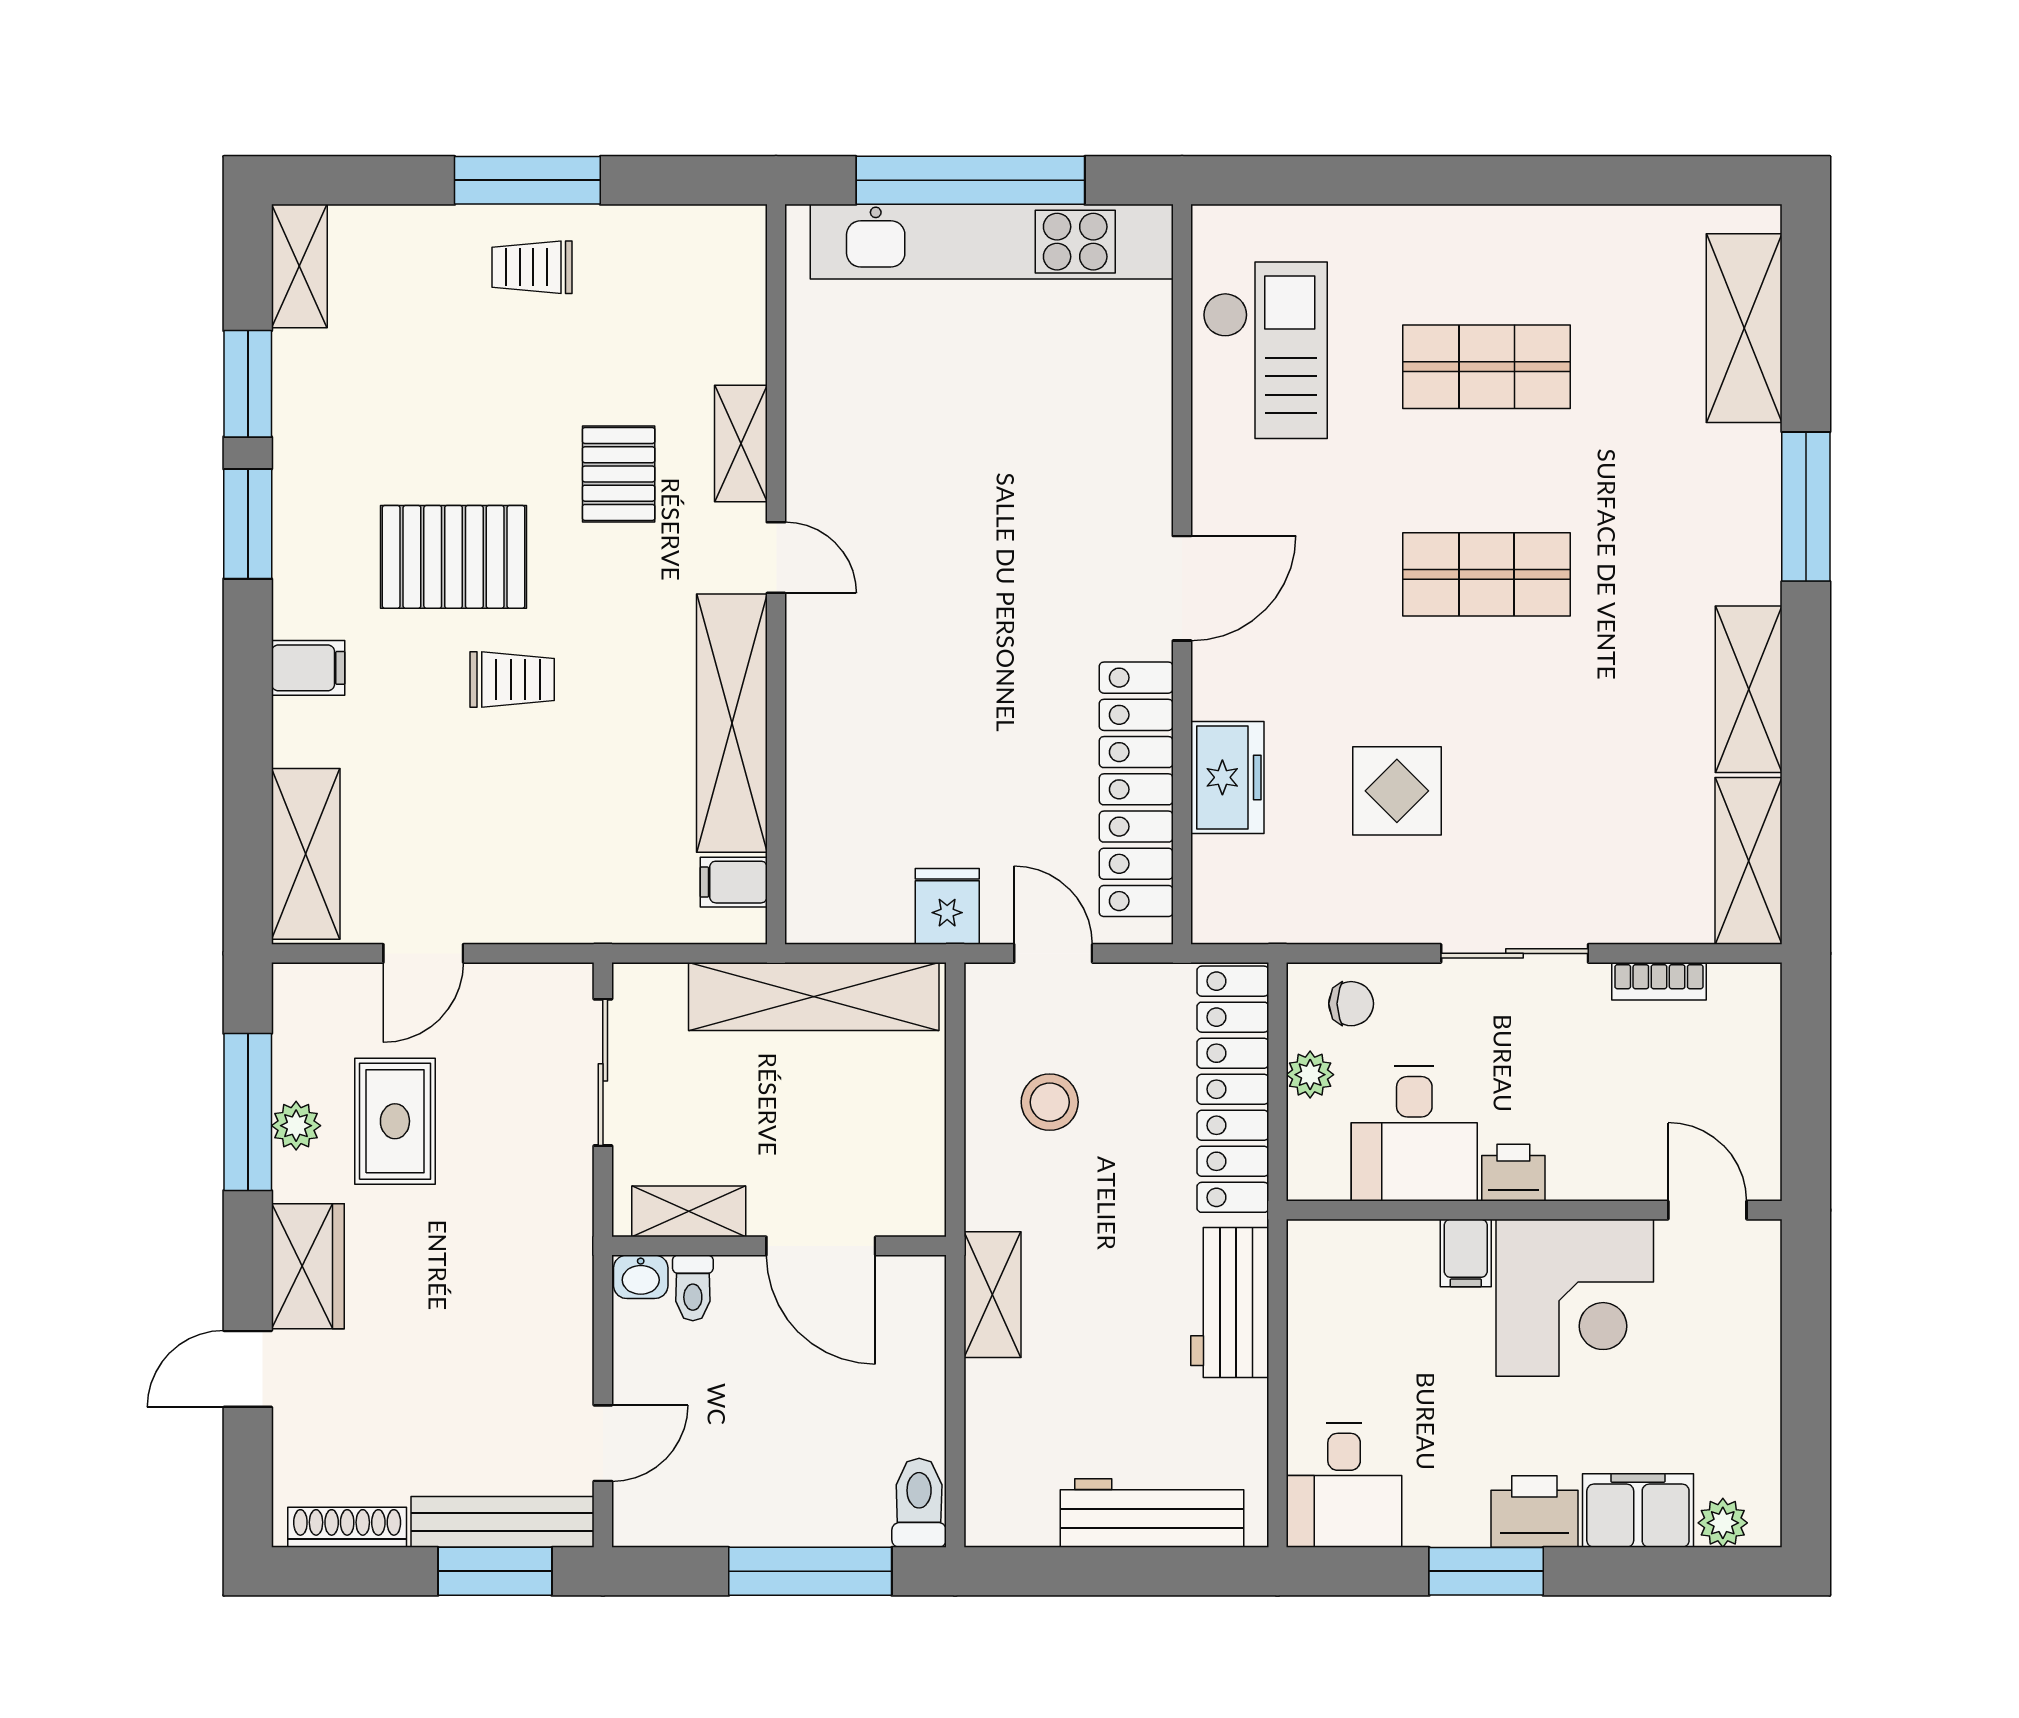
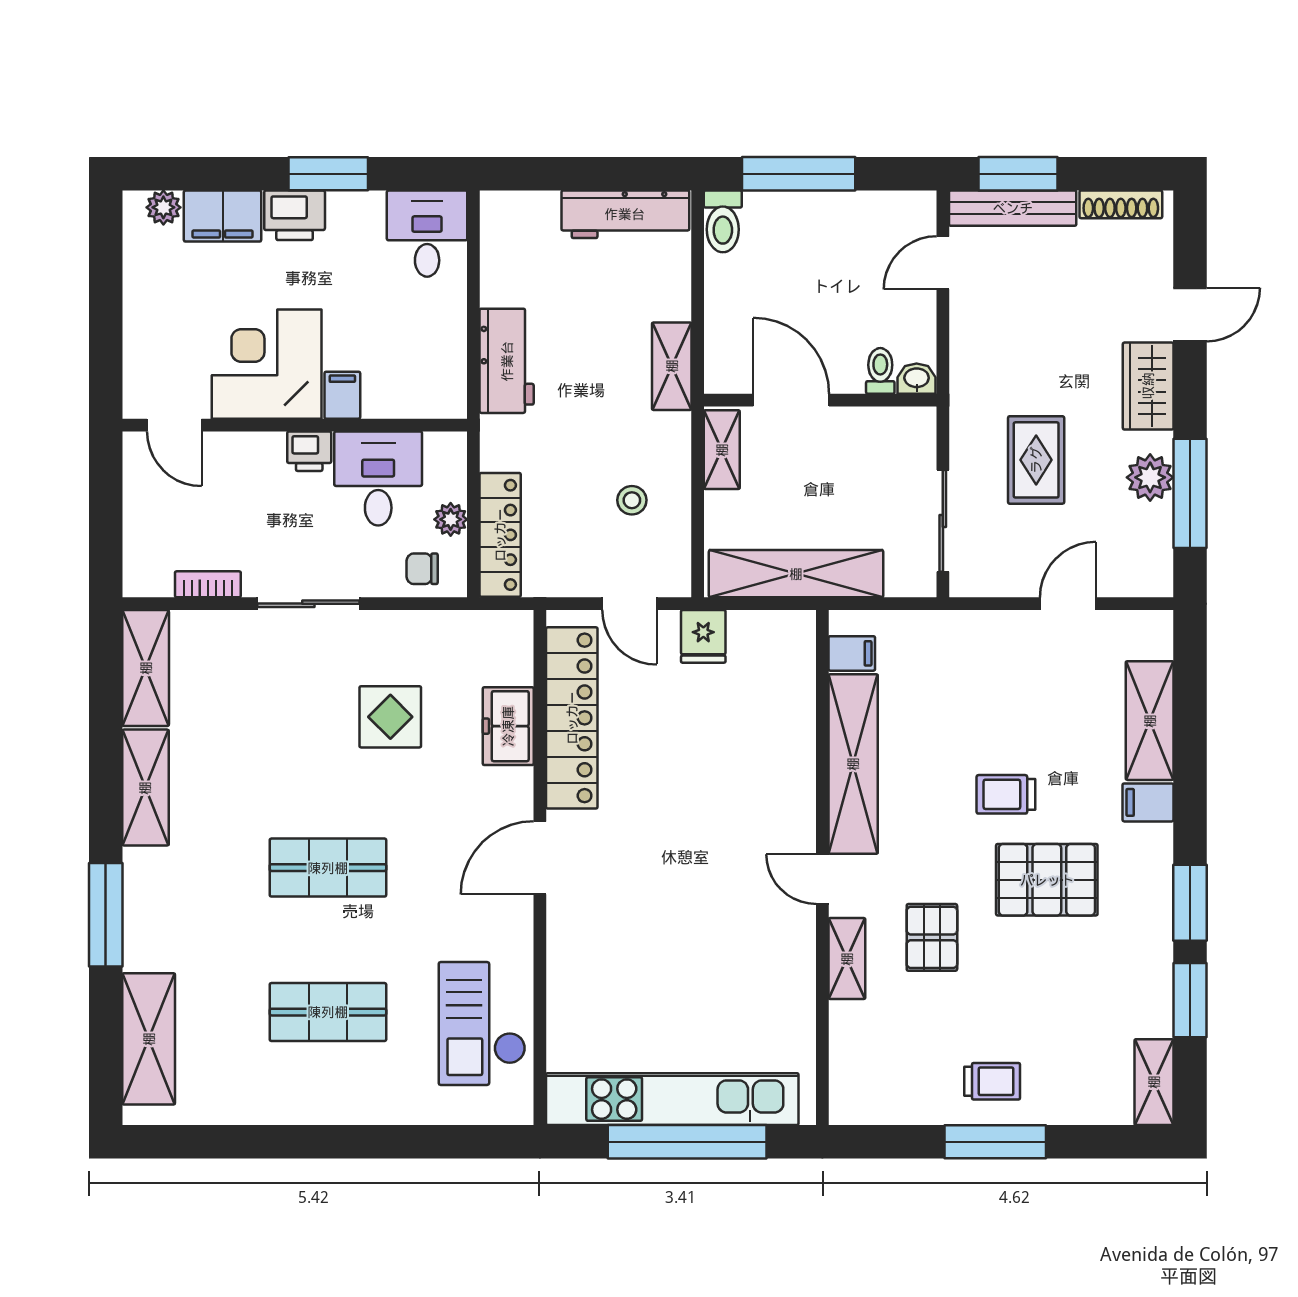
shelving: (306, 854) -> (1150, 721), moved
locker: (1233, 1089) -> (500, 535), width x0.71, depth x0.83
stool: (1050, 1102) -> (632, 500), width x0.73, depth x0.73
rug: (395, 1121) -> (1036, 460), moved
plant: (296, 1126) -> (1150, 477), width x1.38, depth x1.38
shelving: (689, 1211) -> (722, 450), moved, turned 90
workbench: (1152, 1513) -> (625, 214), moved

